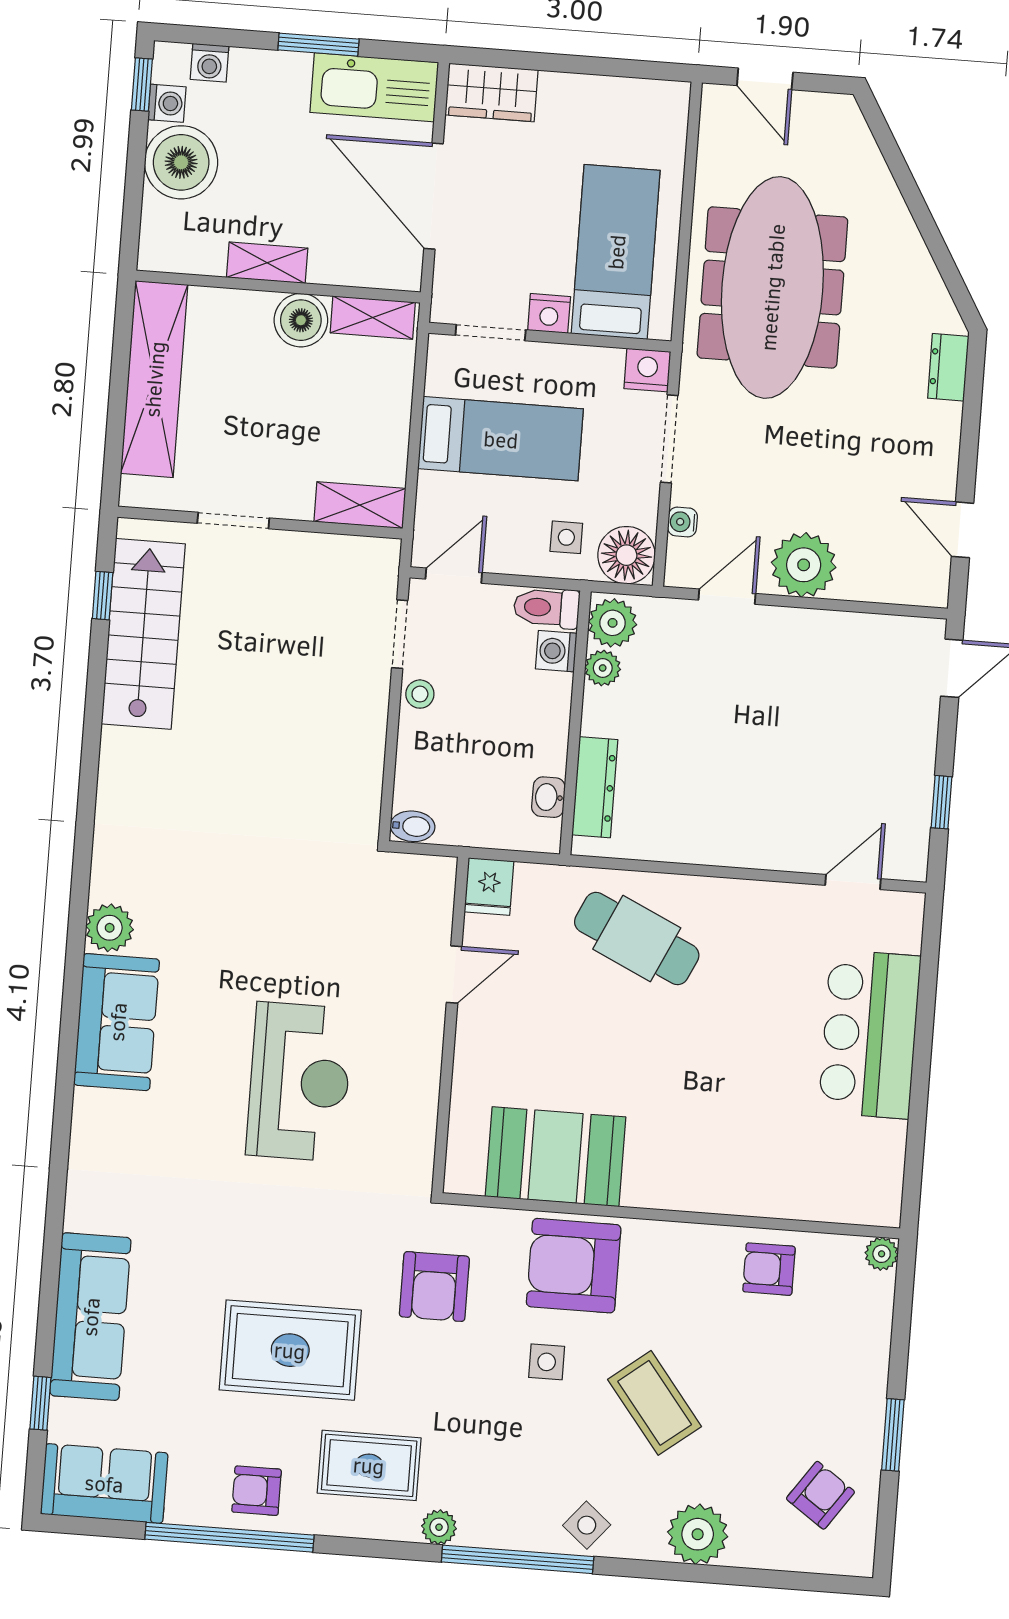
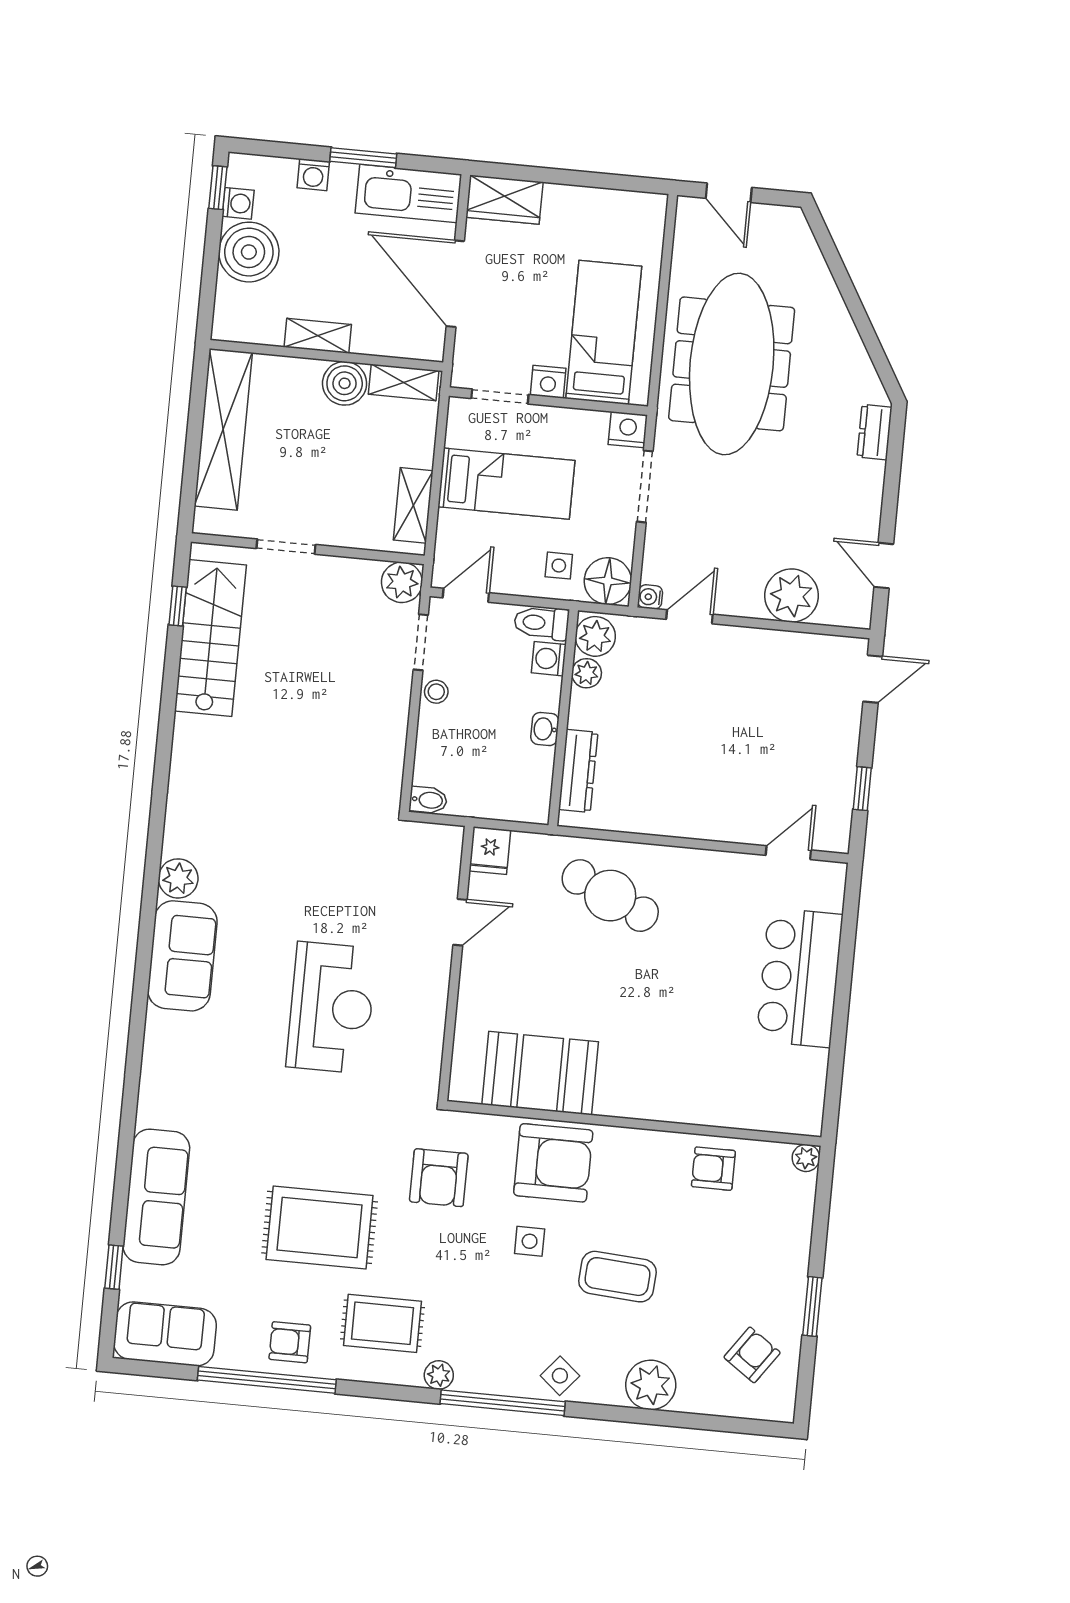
washing machine: (210, 63) -> (313, 175), moved
shelving: (360, 505) -> (413, 505), moved, turned 90
water cooler: (682, 522) -> (650, 597), moved
plant: (375, 561) -> (402, 582), added
plant: (804, 565) -> (792, 596), moved
washbasin: (548, 797) -> (545, 729), moved
armchair: (574, 1266) -> (553, 1163), turned 180
coffee table: (655, 1403) -> (617, 1277), turned -48

